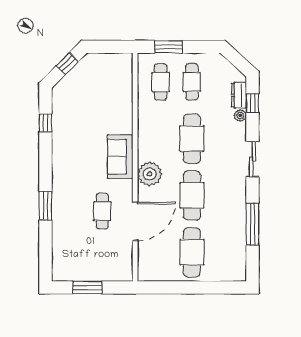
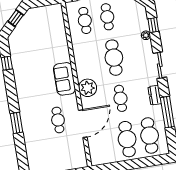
dresser: (239, 95) -> (155, 95), moved
cafe table: (192, 195) -> (120, 98), width x0.73, depth x0.74
cafe table: (223, 252) -> (150, 135), added

